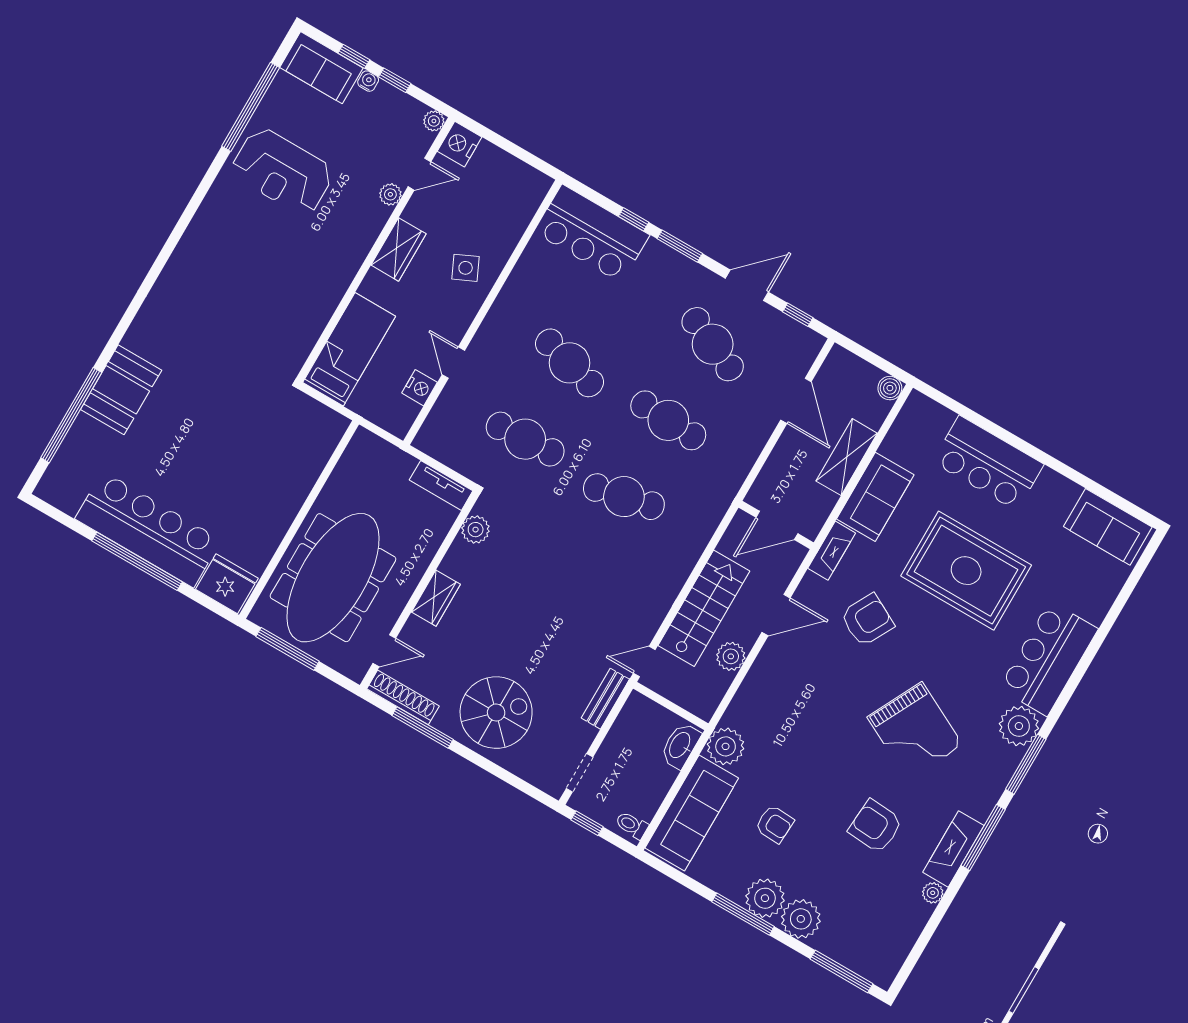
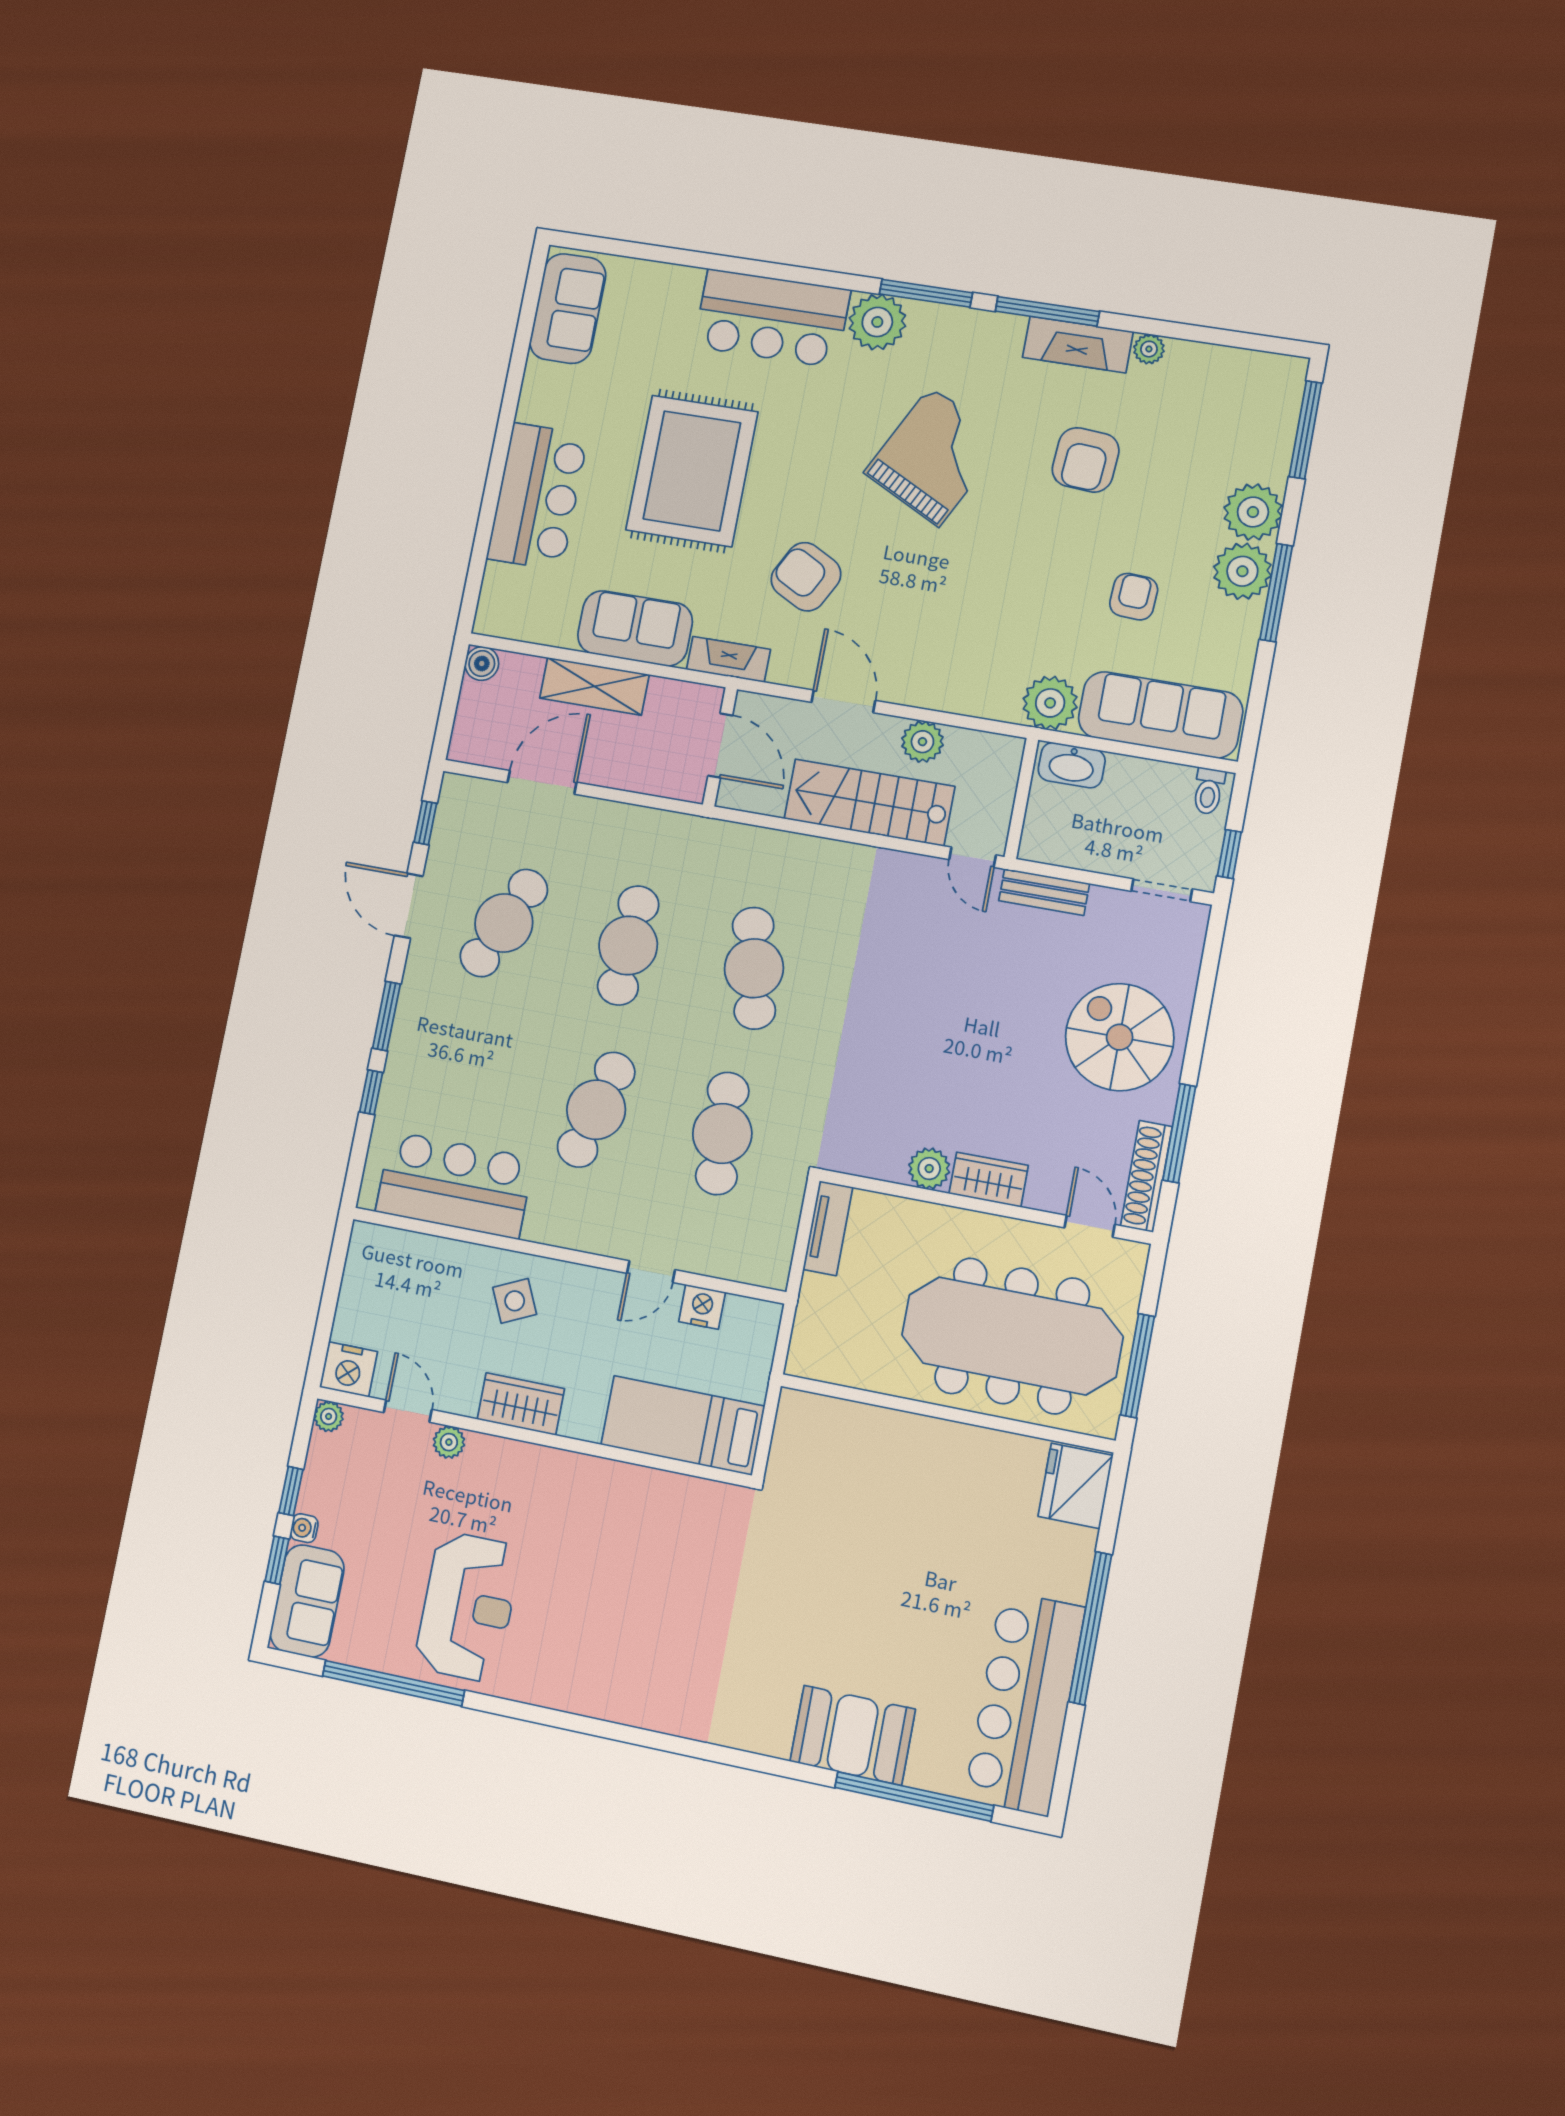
bar counter: (592, 234) -> (455, 1185), moved, turned -90
bar counter: (148, 529) -> (1025, 1703), moved
plant: (476, 530) -> (929, 1169), moved

